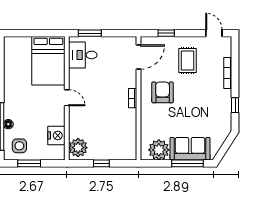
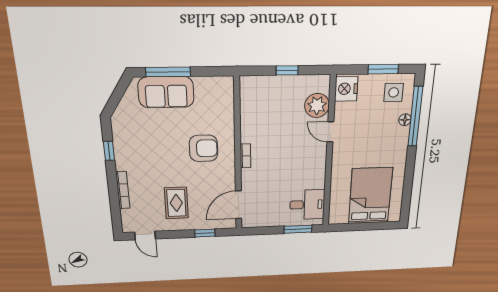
bed: (48, 61) -> (370, 196), moved
armchair: (163, 92) -> (204, 148), moved, turned -90
door: (67, 98) -> (330, 132), moved
nightstand: (56, 135) -> (346, 89), moved
plant: (78, 148) -> (317, 106), moved
plant: (159, 150) -> (209, 90), removed

